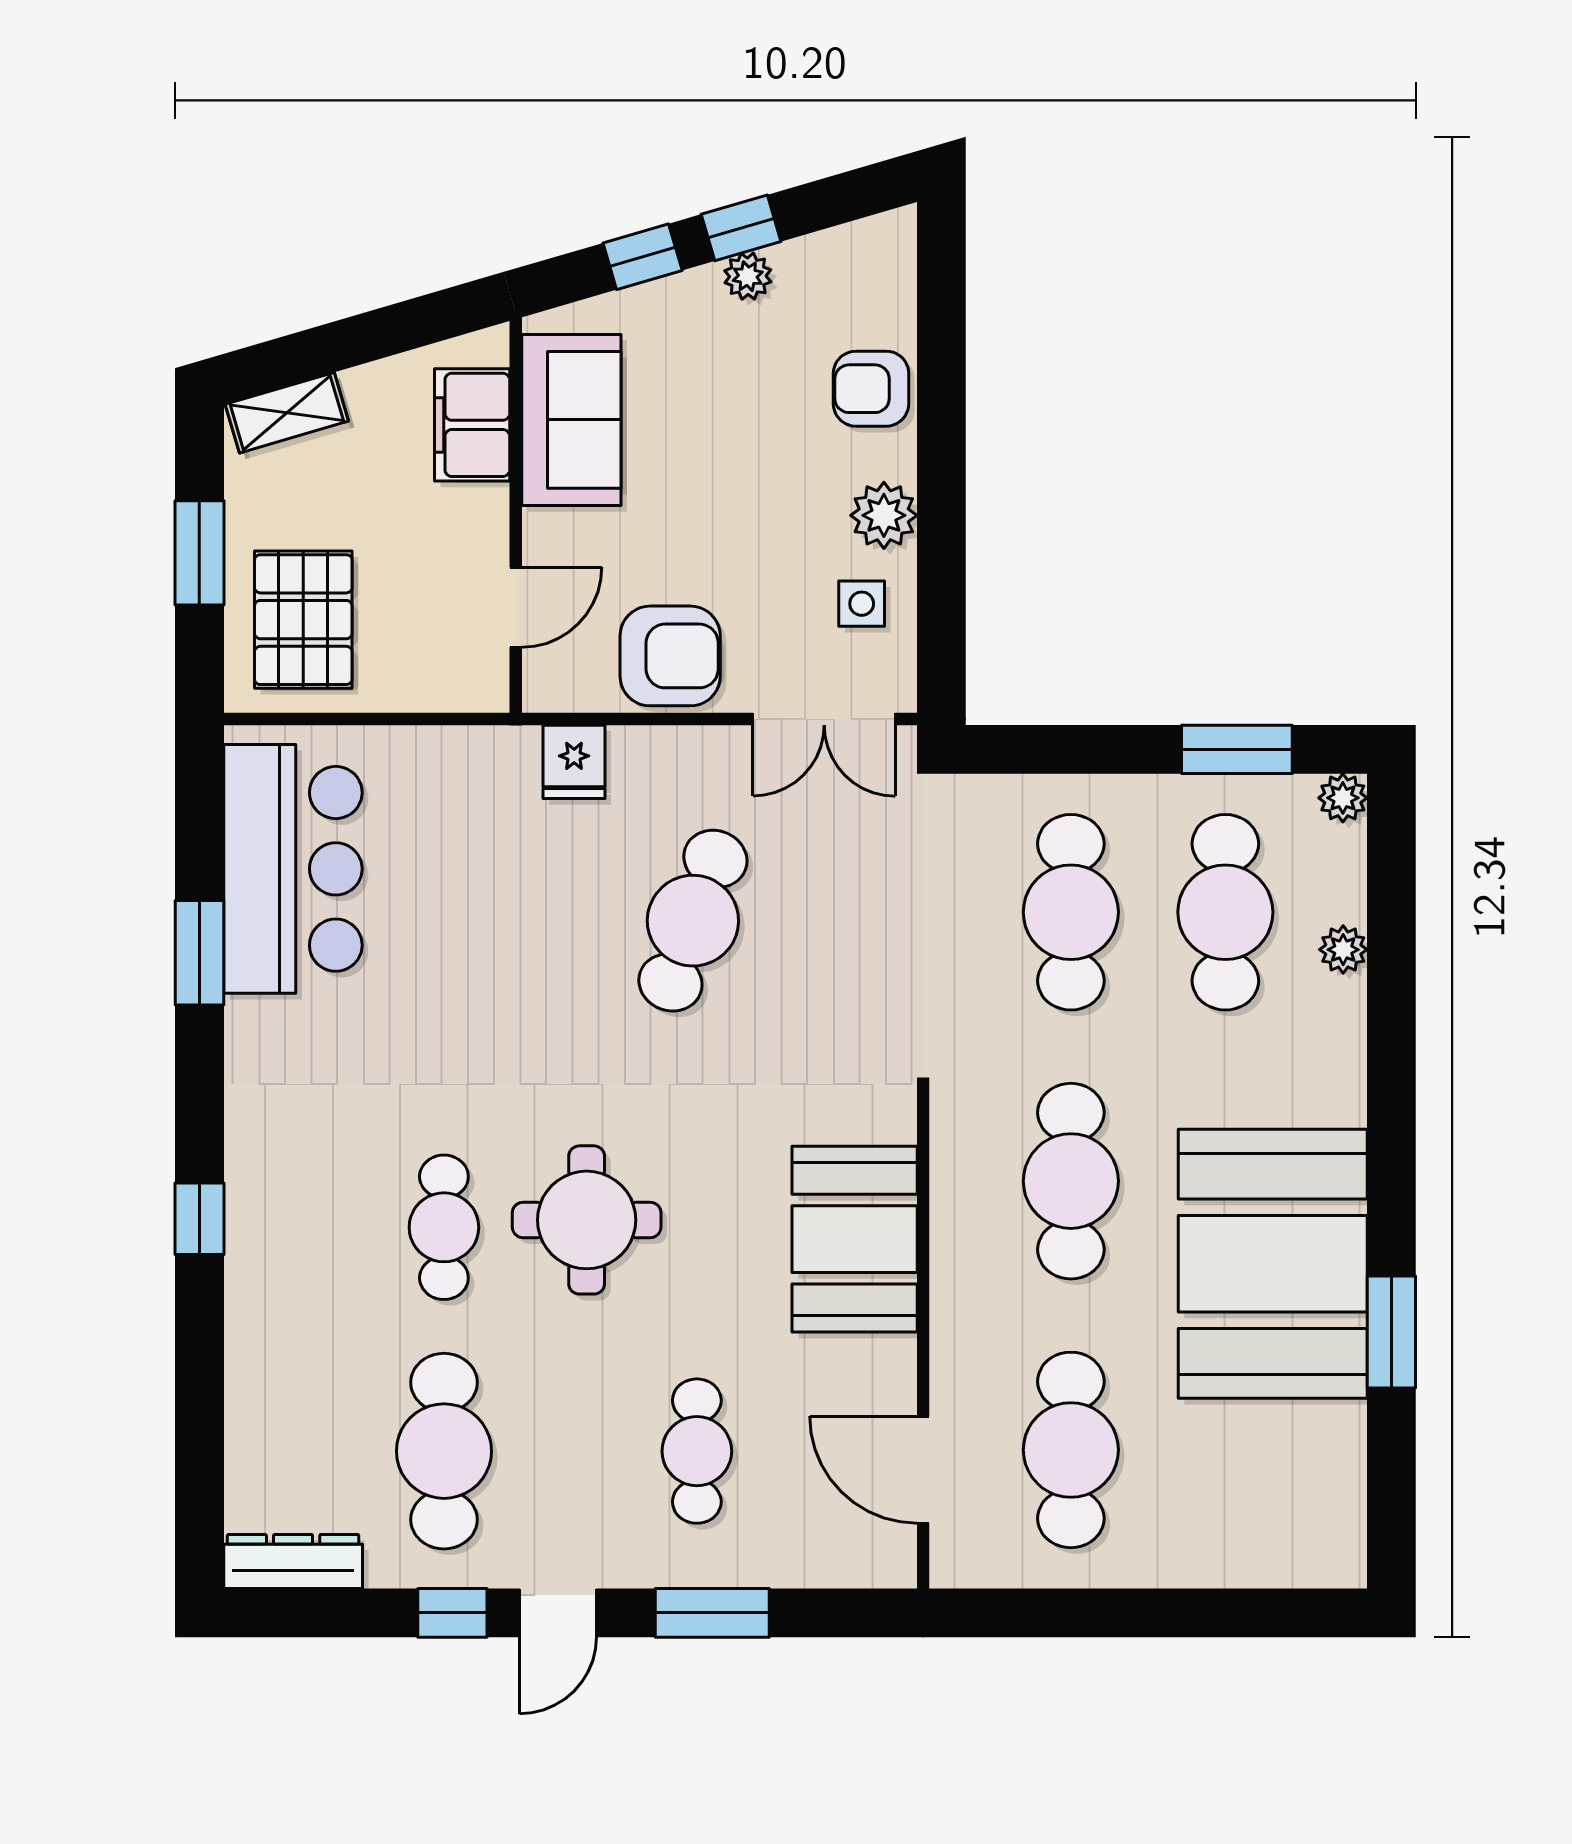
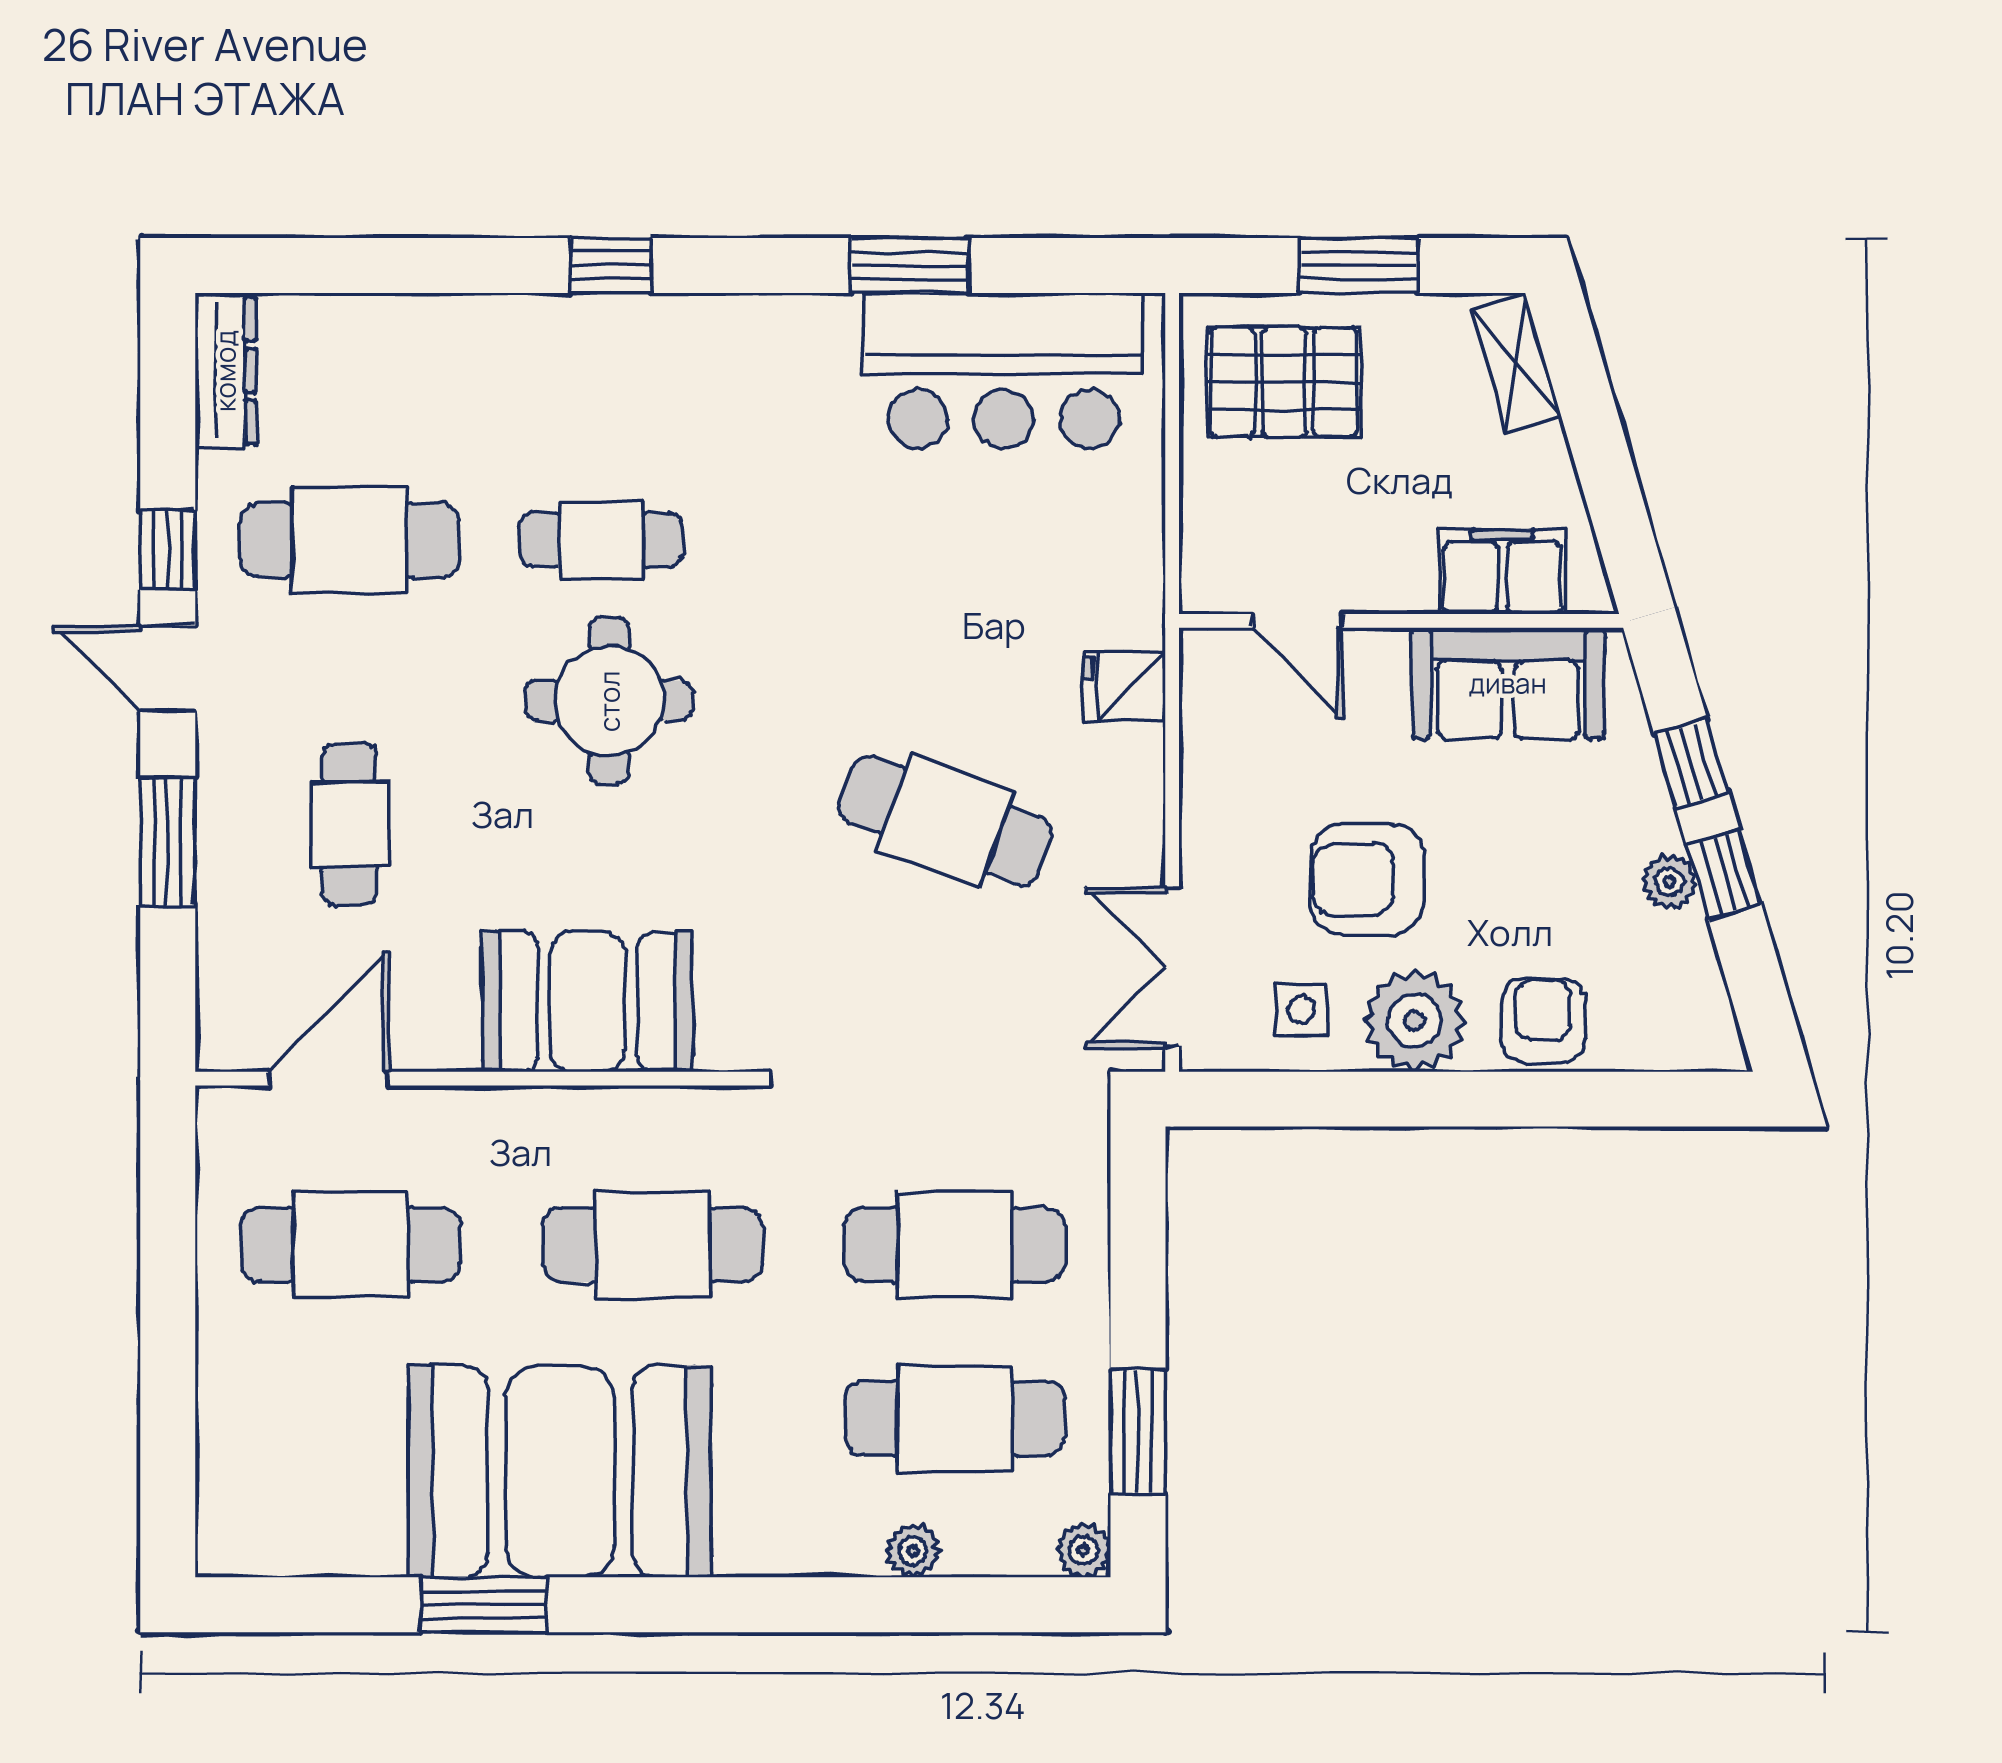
plant: (884, 515) -> (1415, 1021), width x1.36, depth x1.36
armchair: (670, 656) -> (1367, 879), moved, turned 90
cafe table: (697, 1451) -> (349, 824), turned 90

